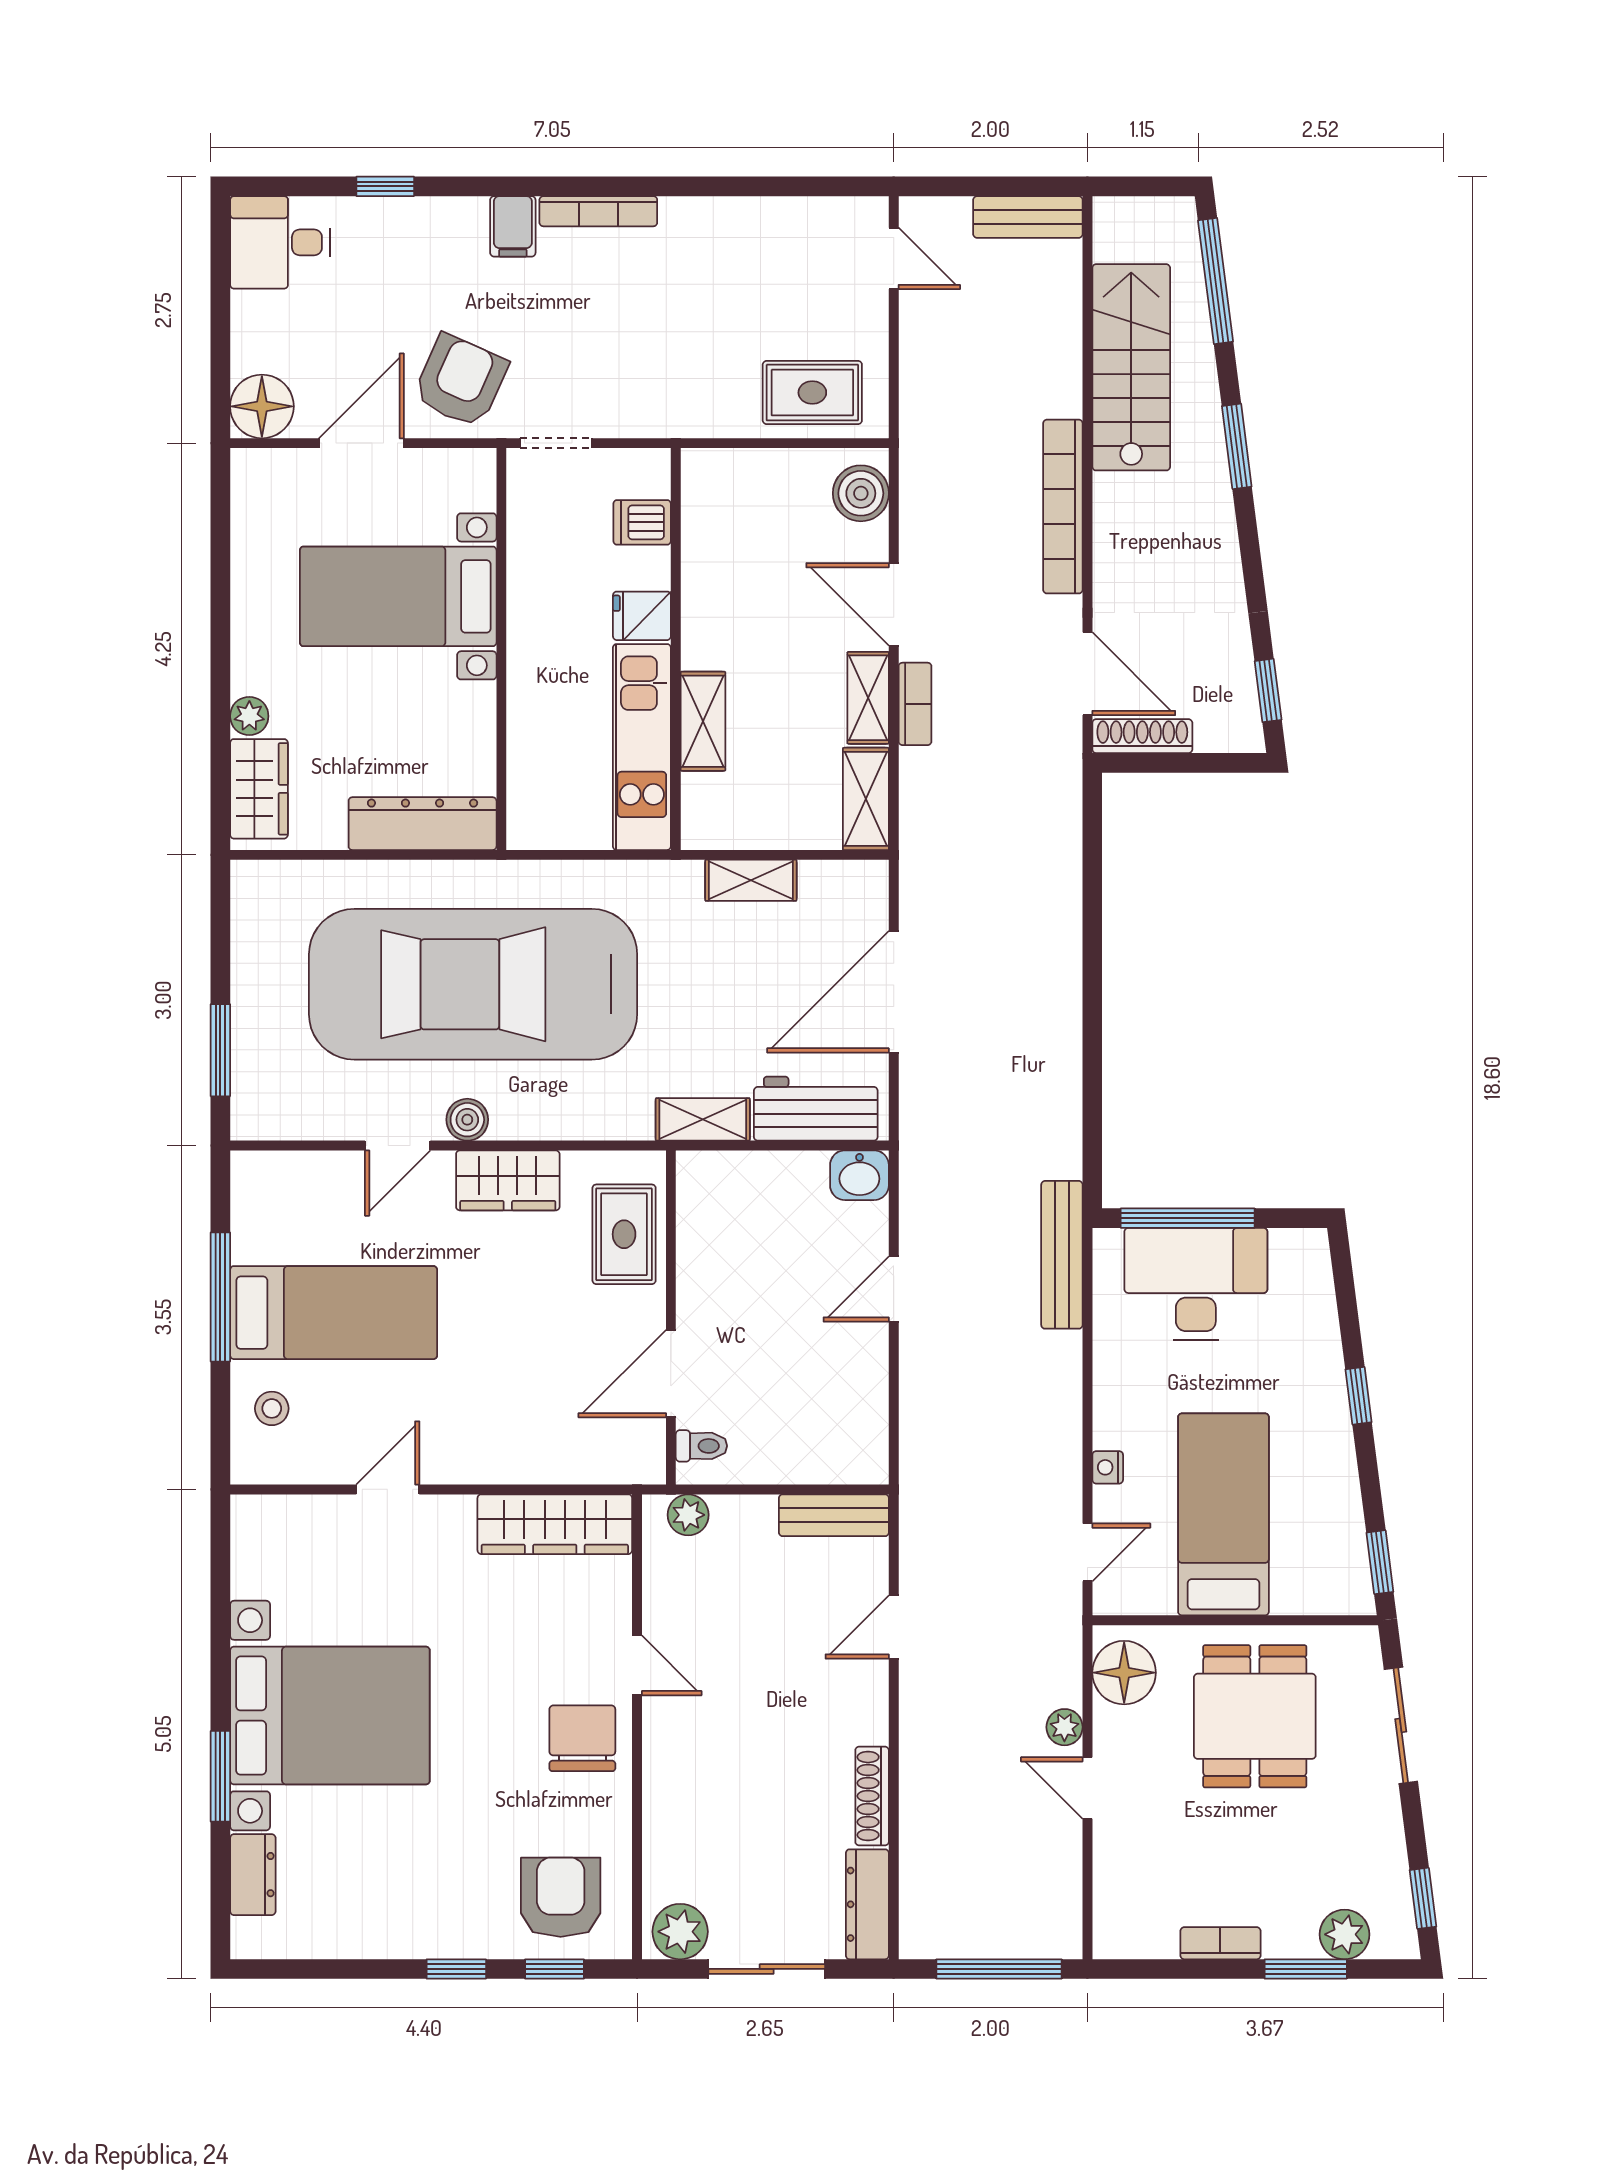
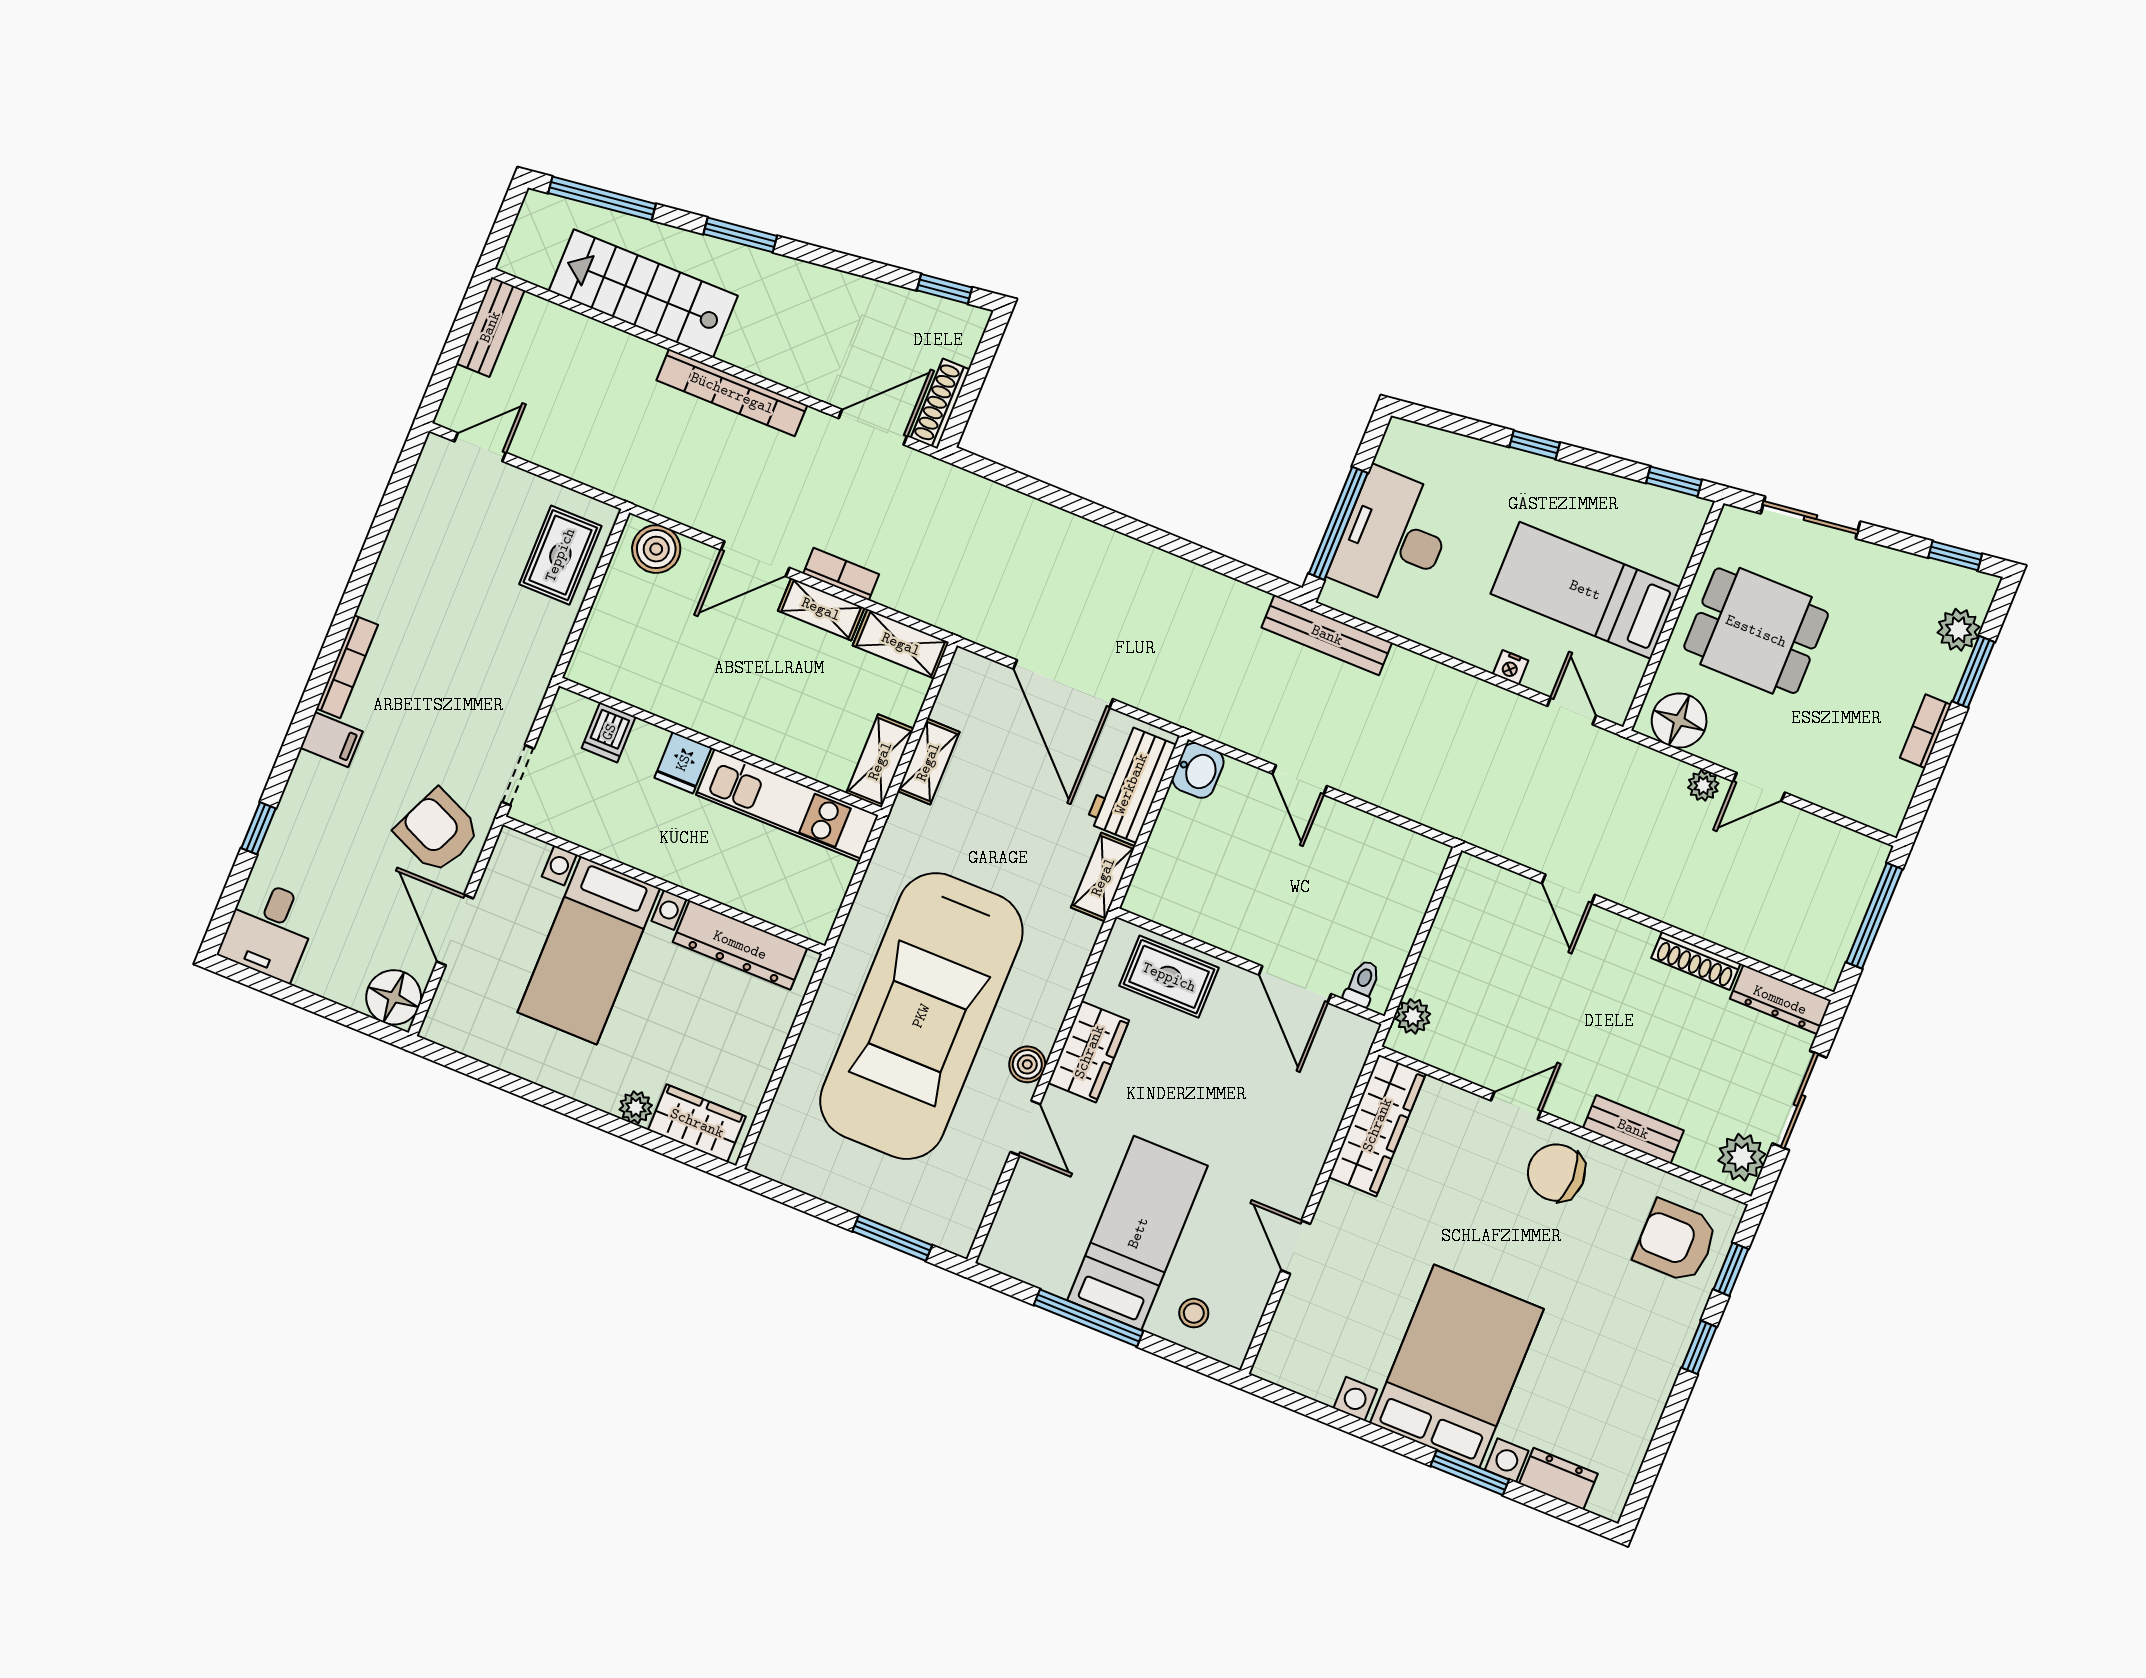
shelving: (703, 721) -> (880, 761), moved, turned 90
dresser: (423, 824) -> (740, 945), moved, turned -90
bench: (834, 1515) -> (1633, 1129), moved, turned 90

